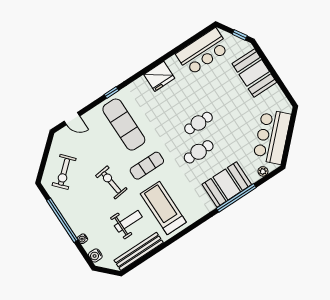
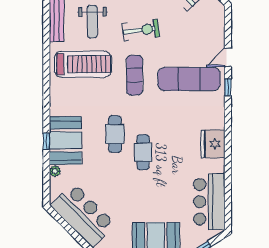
door: (72, 119) -> (228, 57), moved
plant: (263, 171) -> (55, 171), moved
window: (236, 198) -> (46, 141), width x0.32

